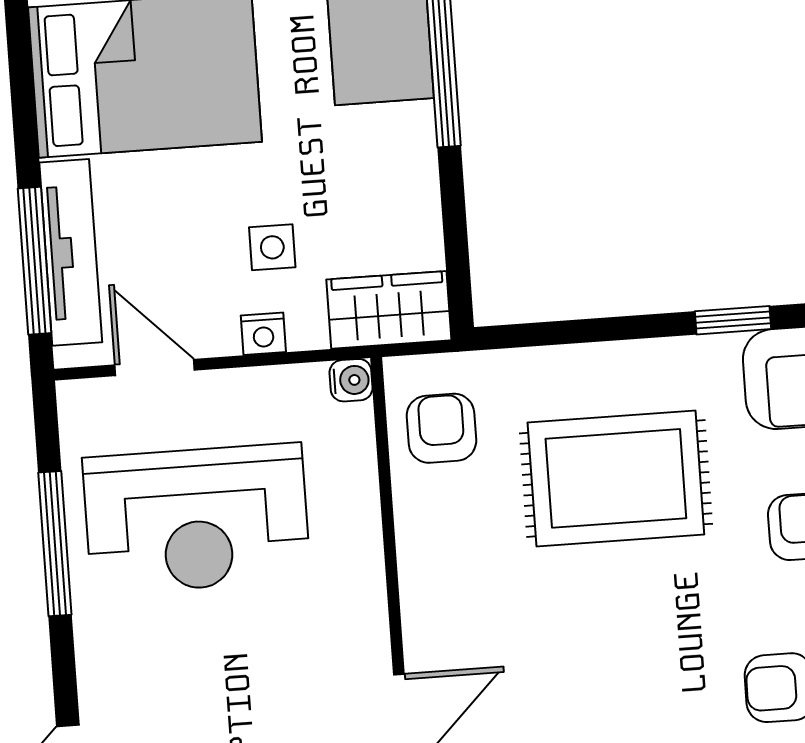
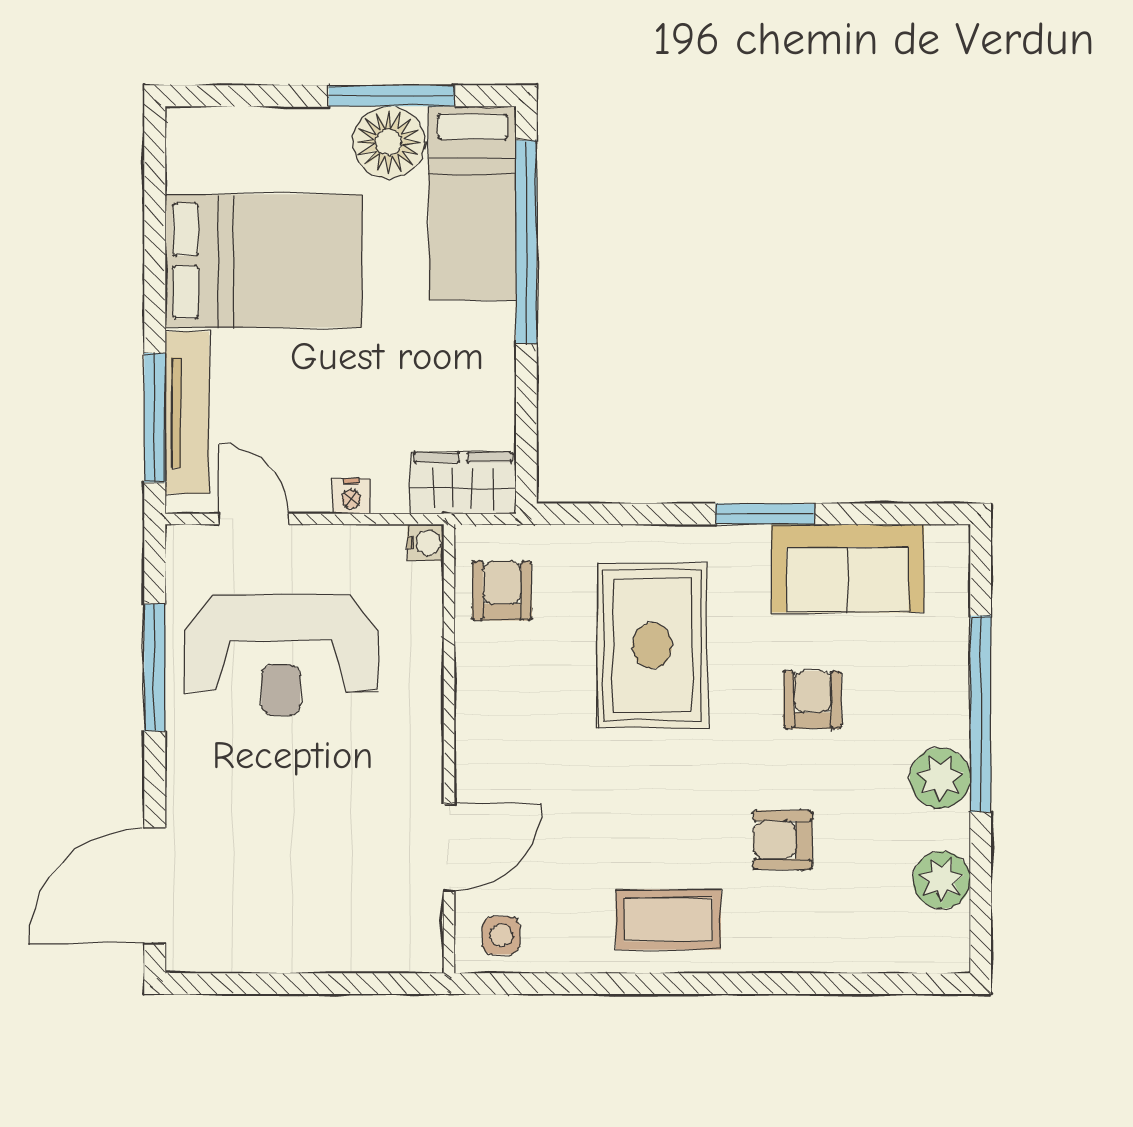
side table: (272, 247) -> (365, 421), removed
window: (733, 320) -> (765, 514), width x1.50
rug: (616, 478) -> (652, 646), turned 90

